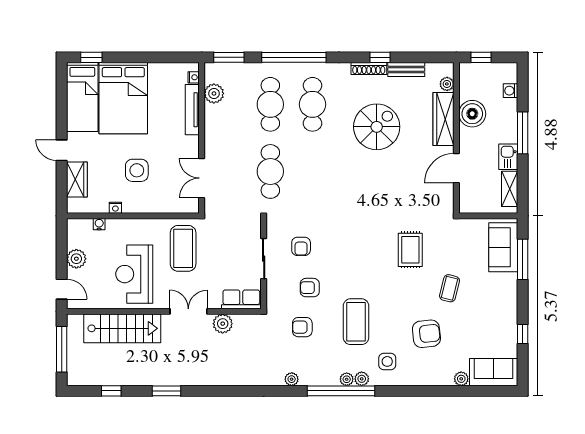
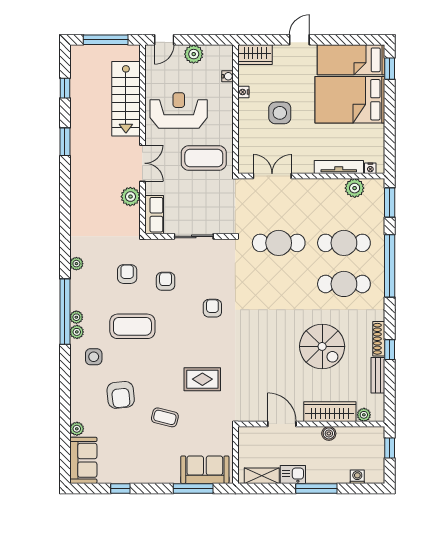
boiler: (472, 114) -> (329, 433), width x0.54, depth x0.54
wardrobe: (77, 180) -> (255, 55), moved
armchair: (301, 246) -> (212, 308), moved, turned 90

